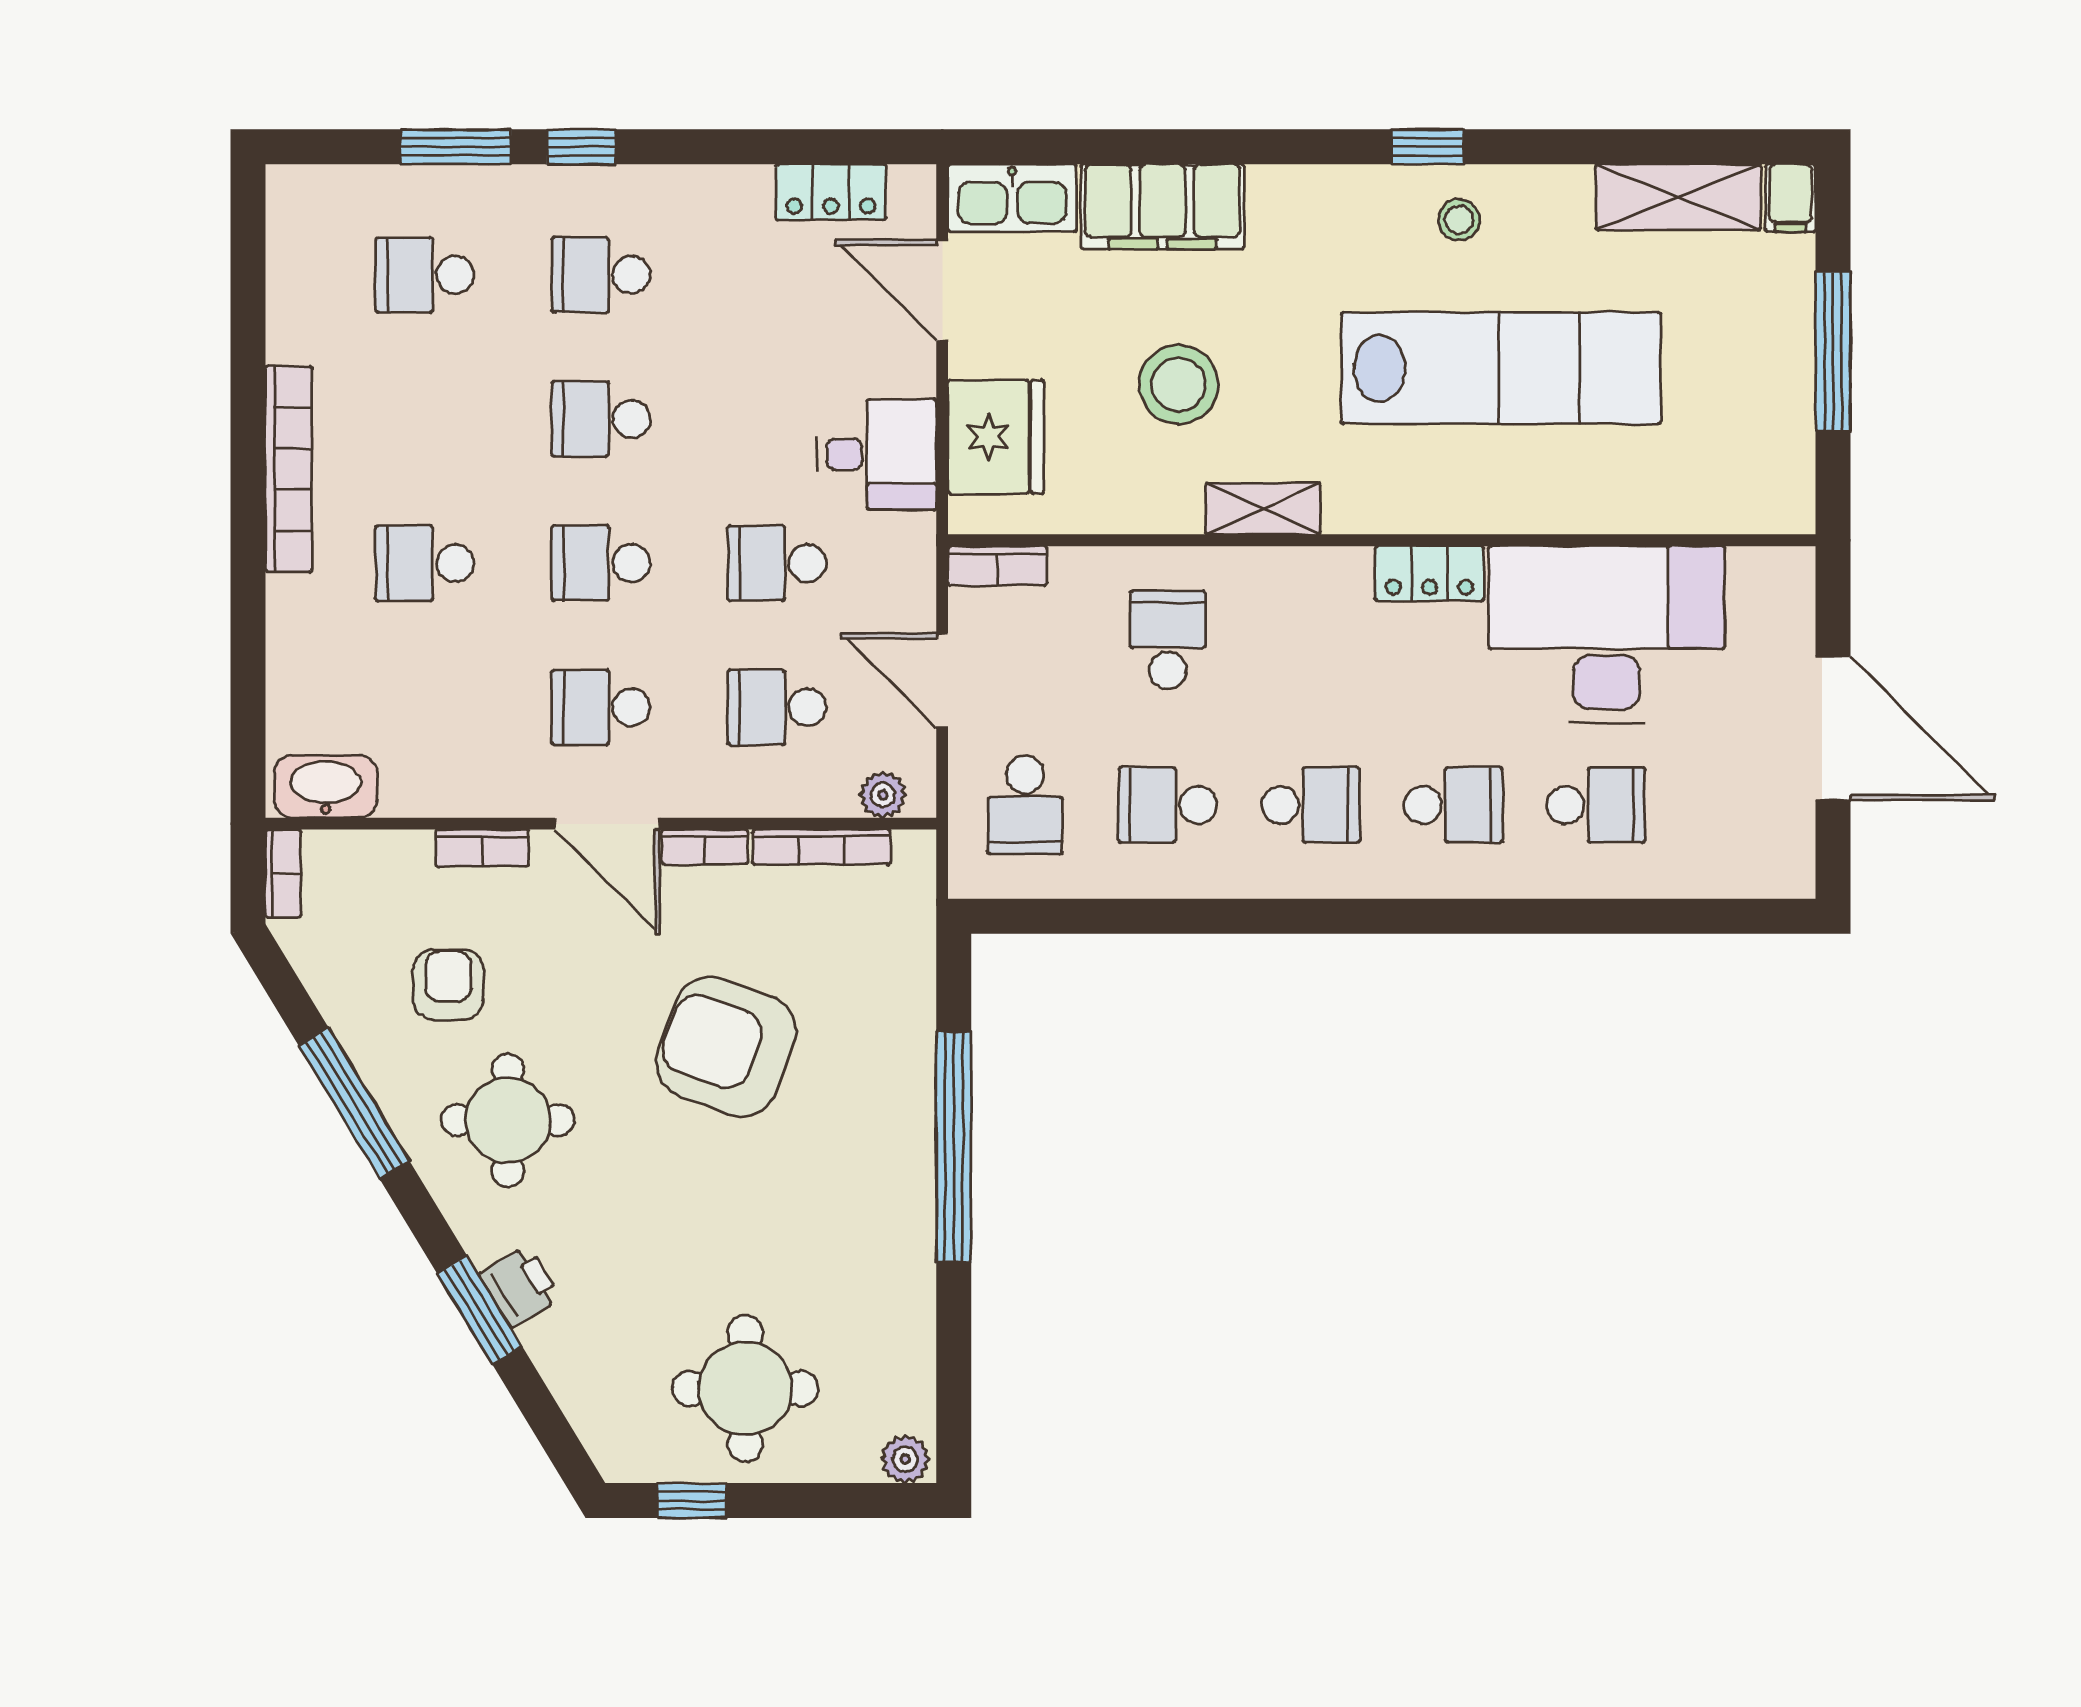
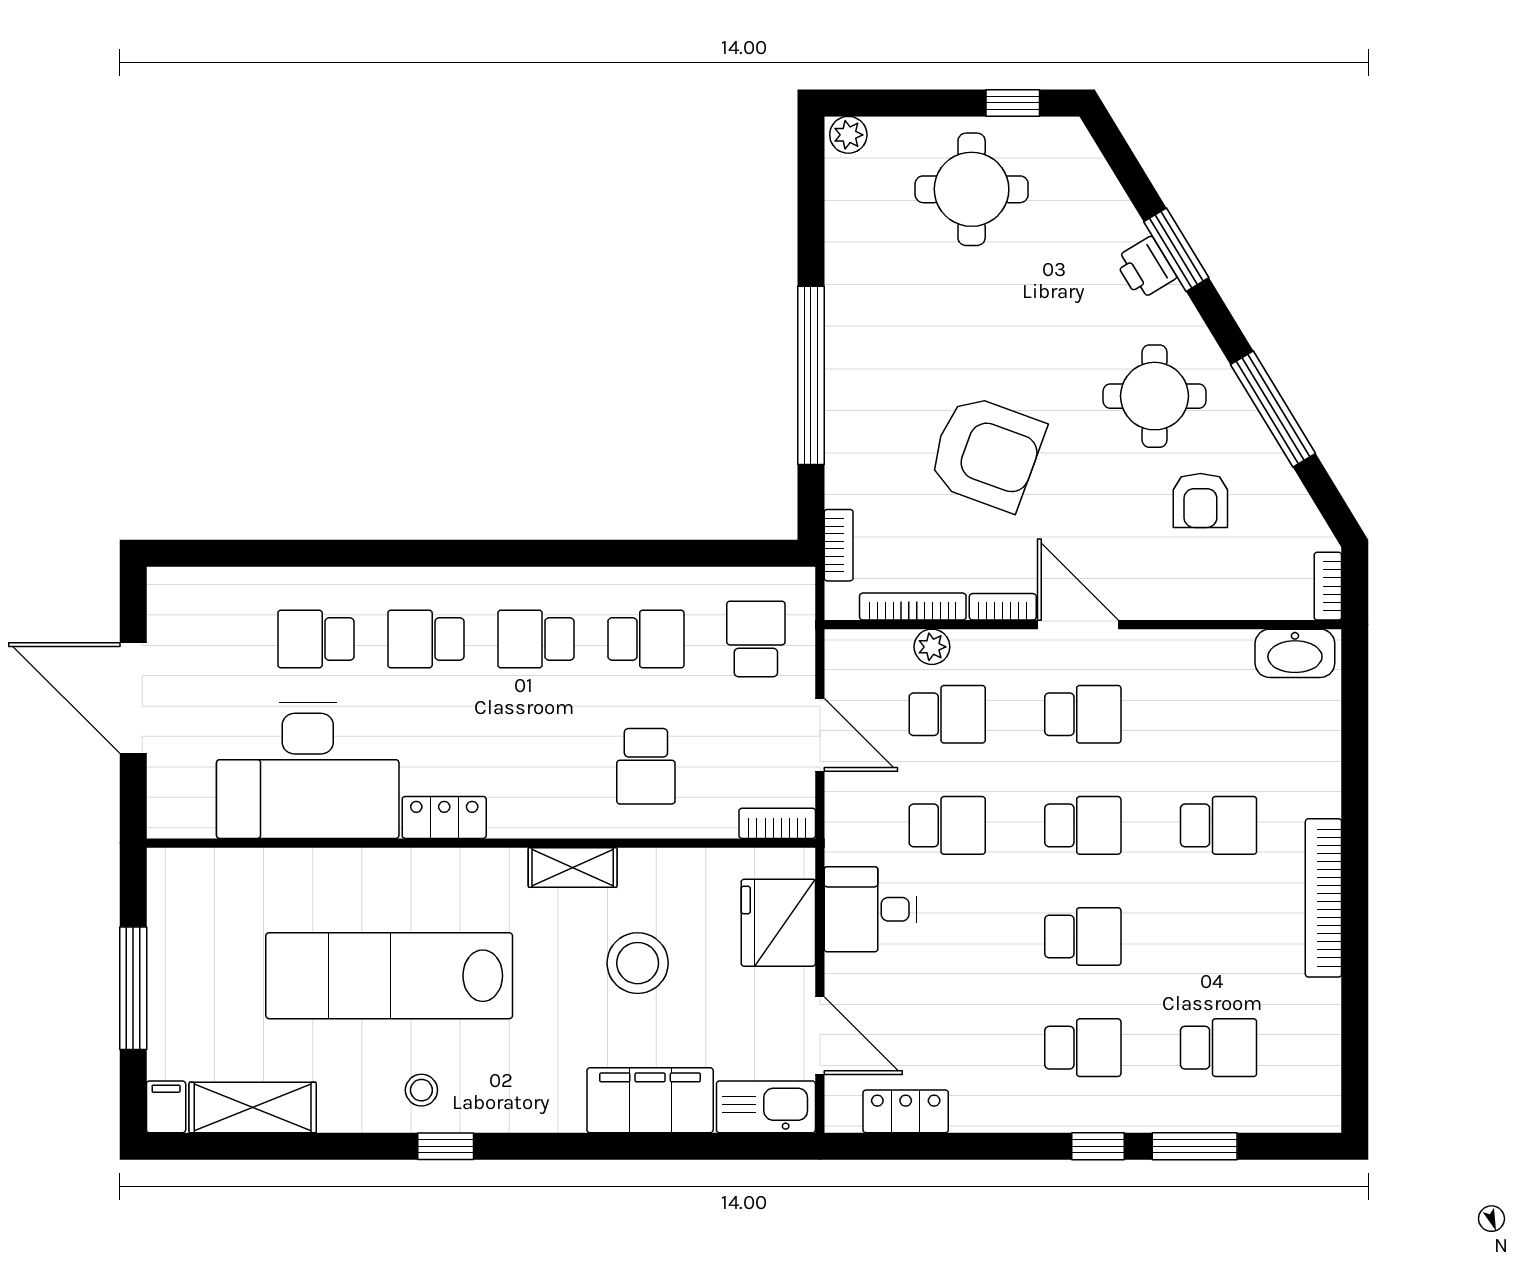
plant: (883, 795) -> (932, 647), moved
bookcase: (482, 848) -> (839, 545), moved, turned 90

